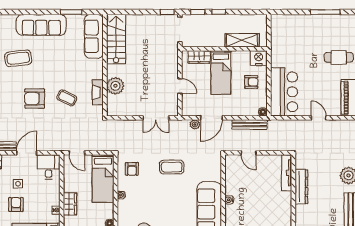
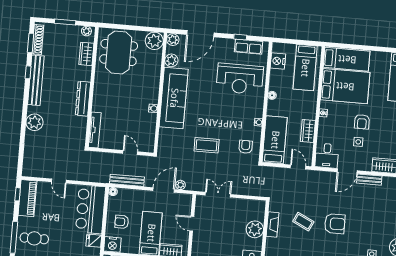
fridge: (278, 60) -> (94, 241), added
dresser: (301, 187) -> (83, 99), moved
wardrobe: (70, 204) -> (308, 131), moved

